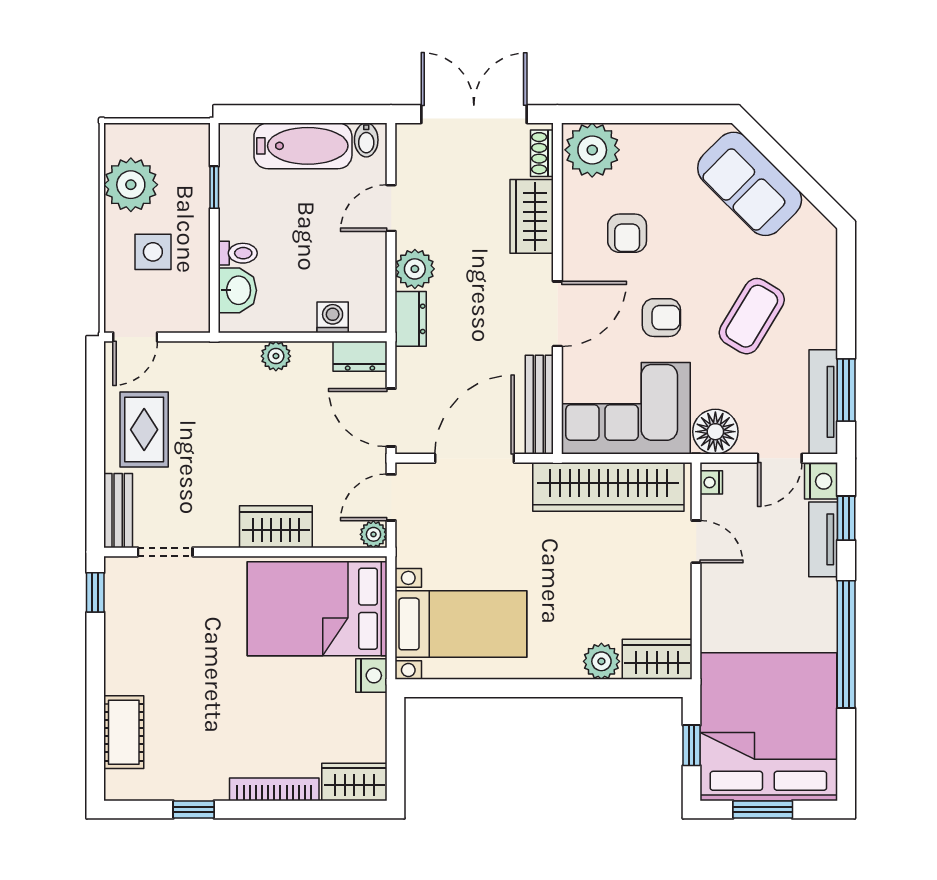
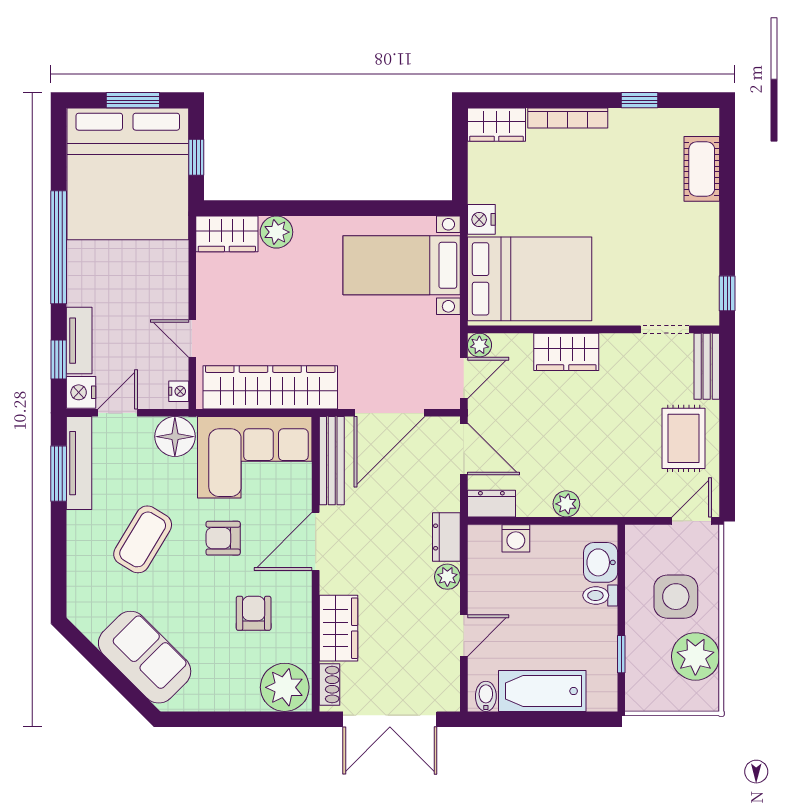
side table: (153, 252) -> (676, 597), width x1.37, depth x1.37
plant: (415, 269) -> (447, 577), width x0.73, depth x0.73

